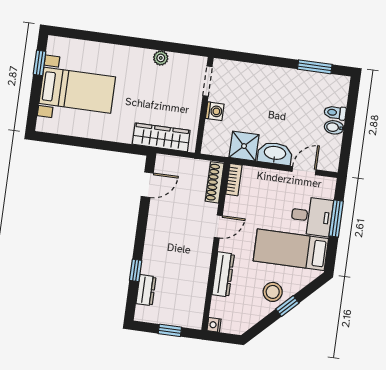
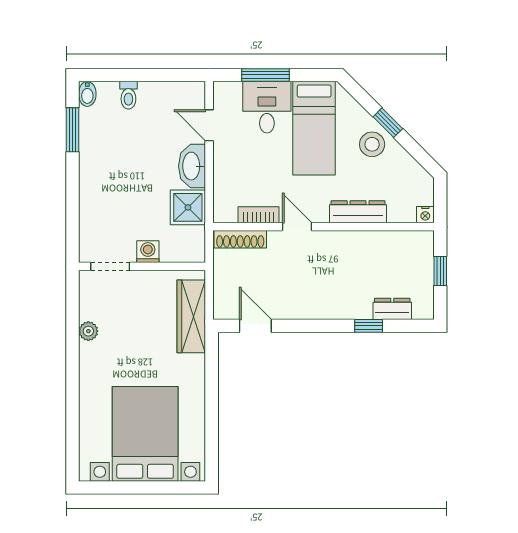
window: (40, 63) -> (116, 487), removed
bed with nightstands: (77, 90) -> (145, 434), width x1.36
bidet: (334, 127) -> (87, 94), moved
bookcase: (234, 180) -> (259, 215), moved

